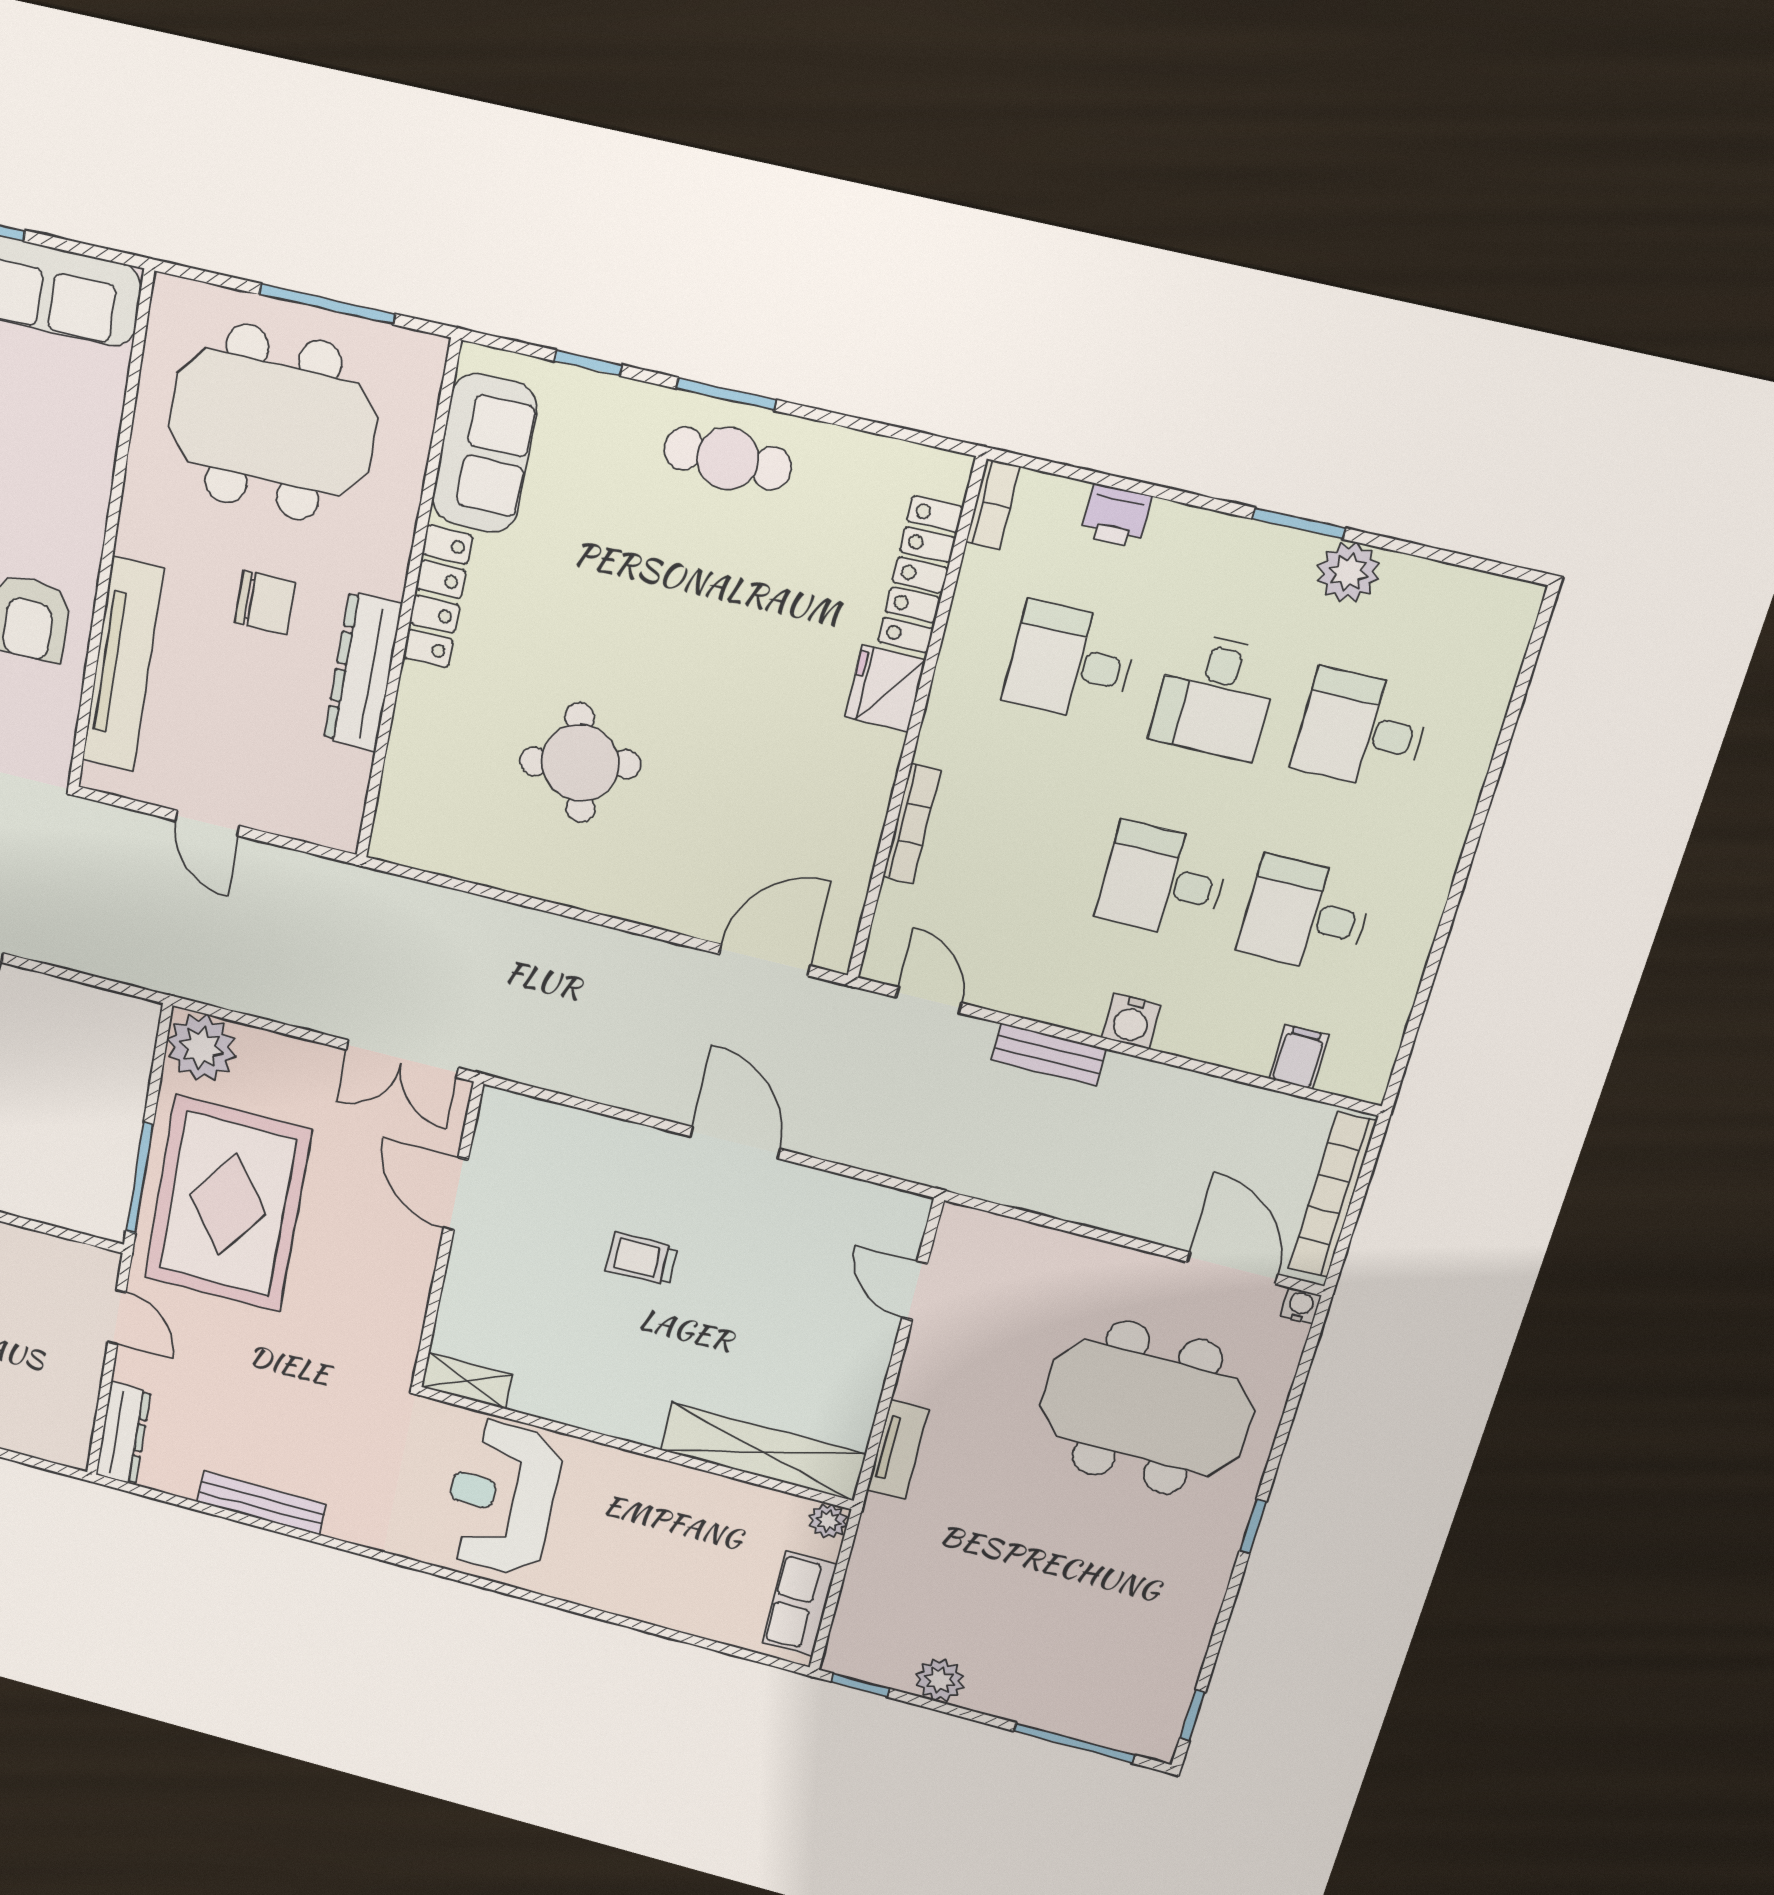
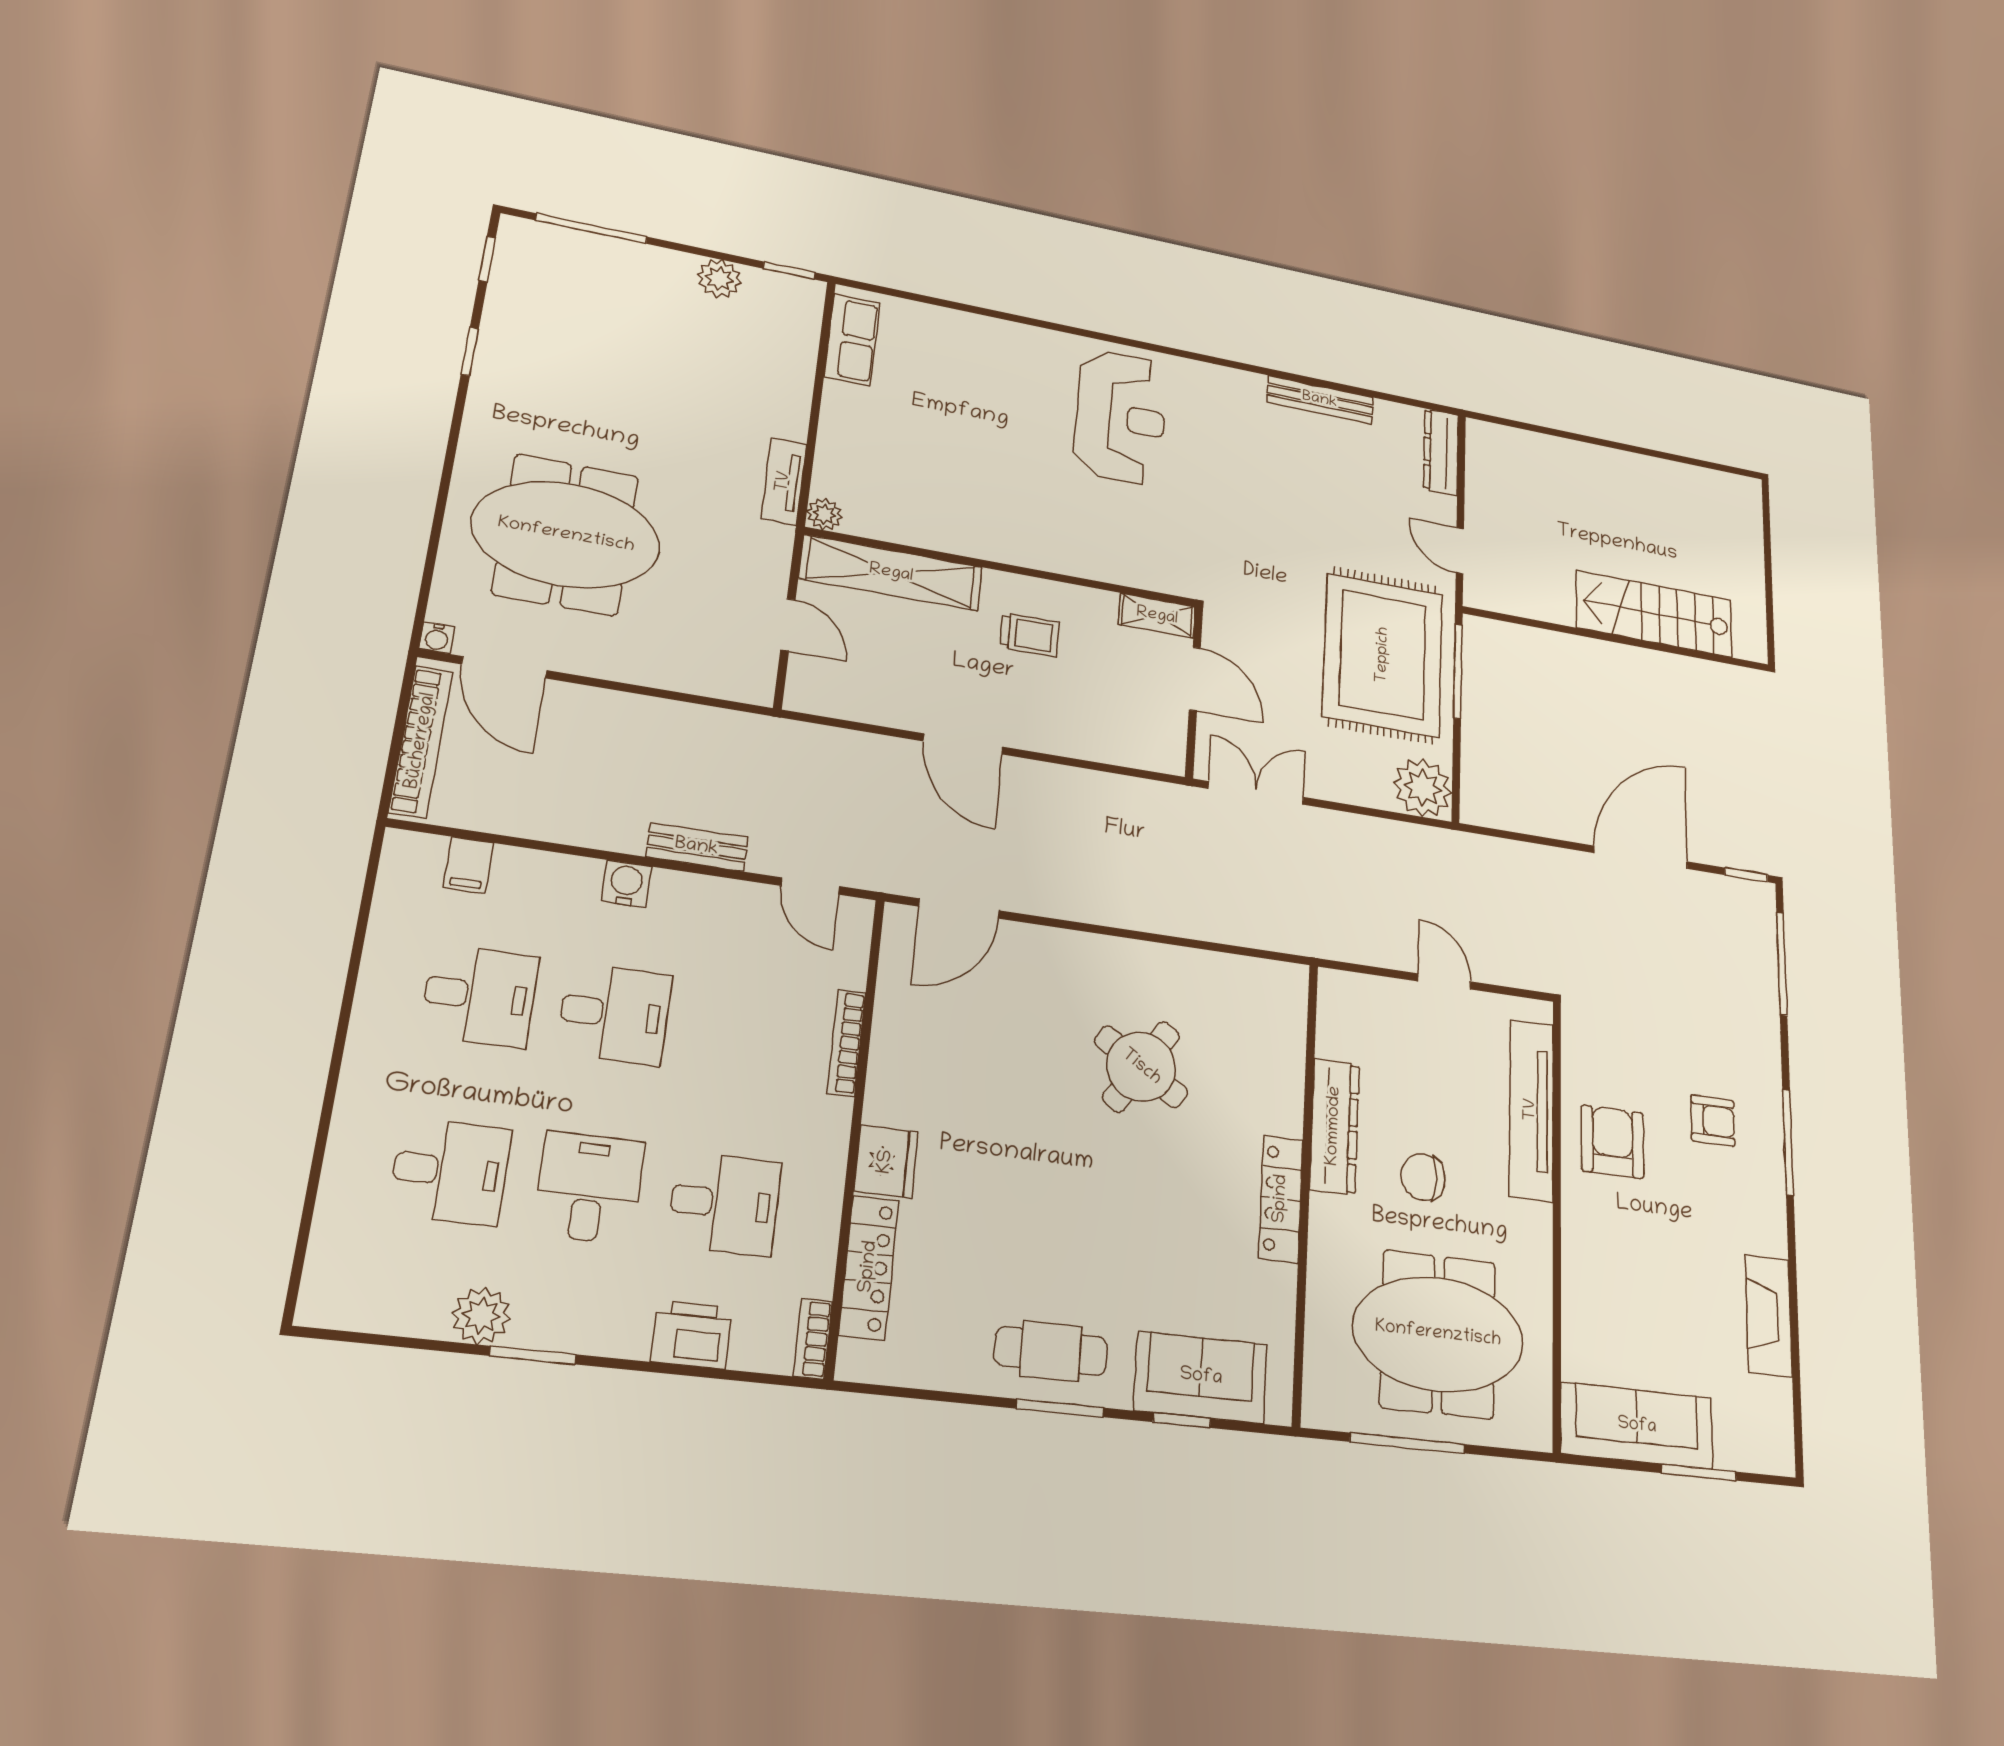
sofa: (484, 453) -> (1201, 1377), moved, turned 90
printer: (1116, 516) -> (692, 1335), width x1.36, depth x1.24
round table: (580, 763) -> (1141, 1067), turned 45
shelving: (467, 1381) -> (1157, 616), moved
wall: (635, 1448) -> (1004, 567), moved
shelving: (763, 1452) -> (891, 573), moved
plant: (828, 1521) -> (824, 514), moved
window: (1253, 1526) -> (470, 351), moved

